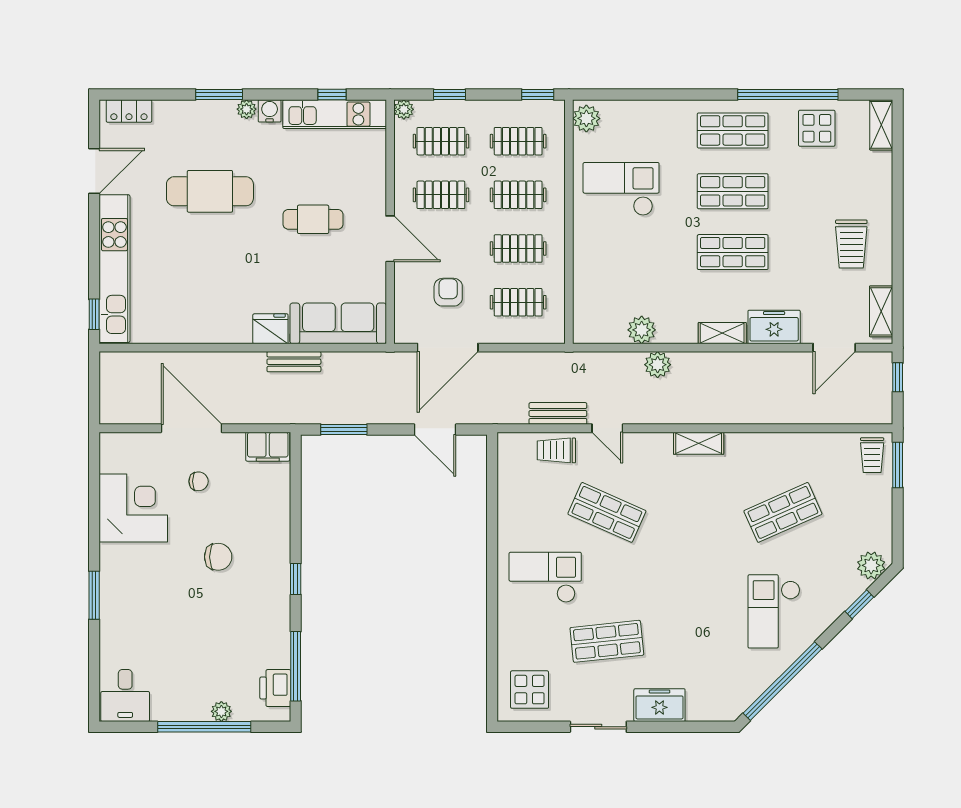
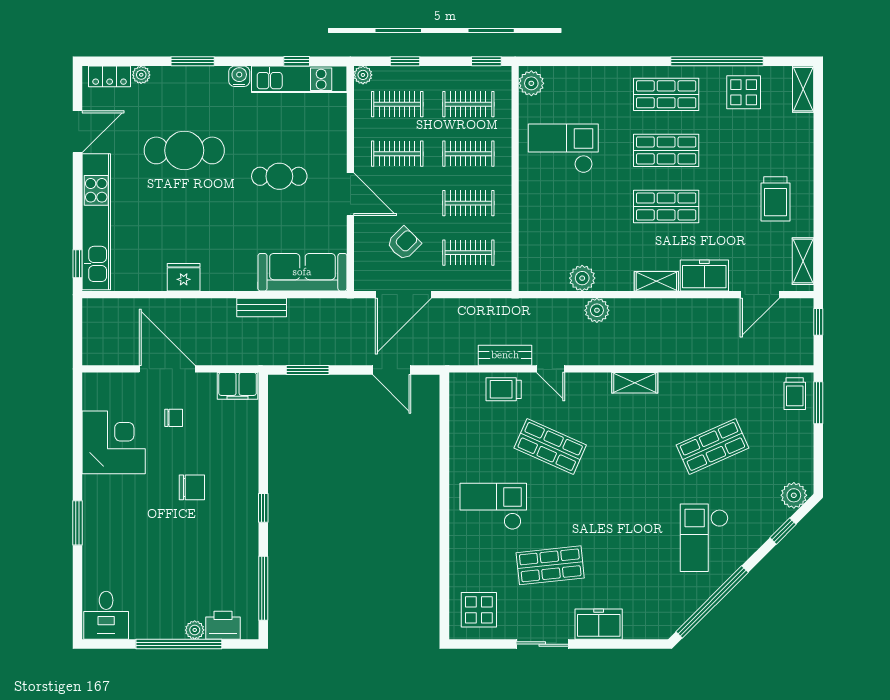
plant: (247, 109) -> (141, 75), moved
armchair: (448, 292) -> (404, 243), turned 45
fridge: (270, 329) -> (184, 277), moved
printer: (275, 688) -> (223, 625), moved, turned 90

